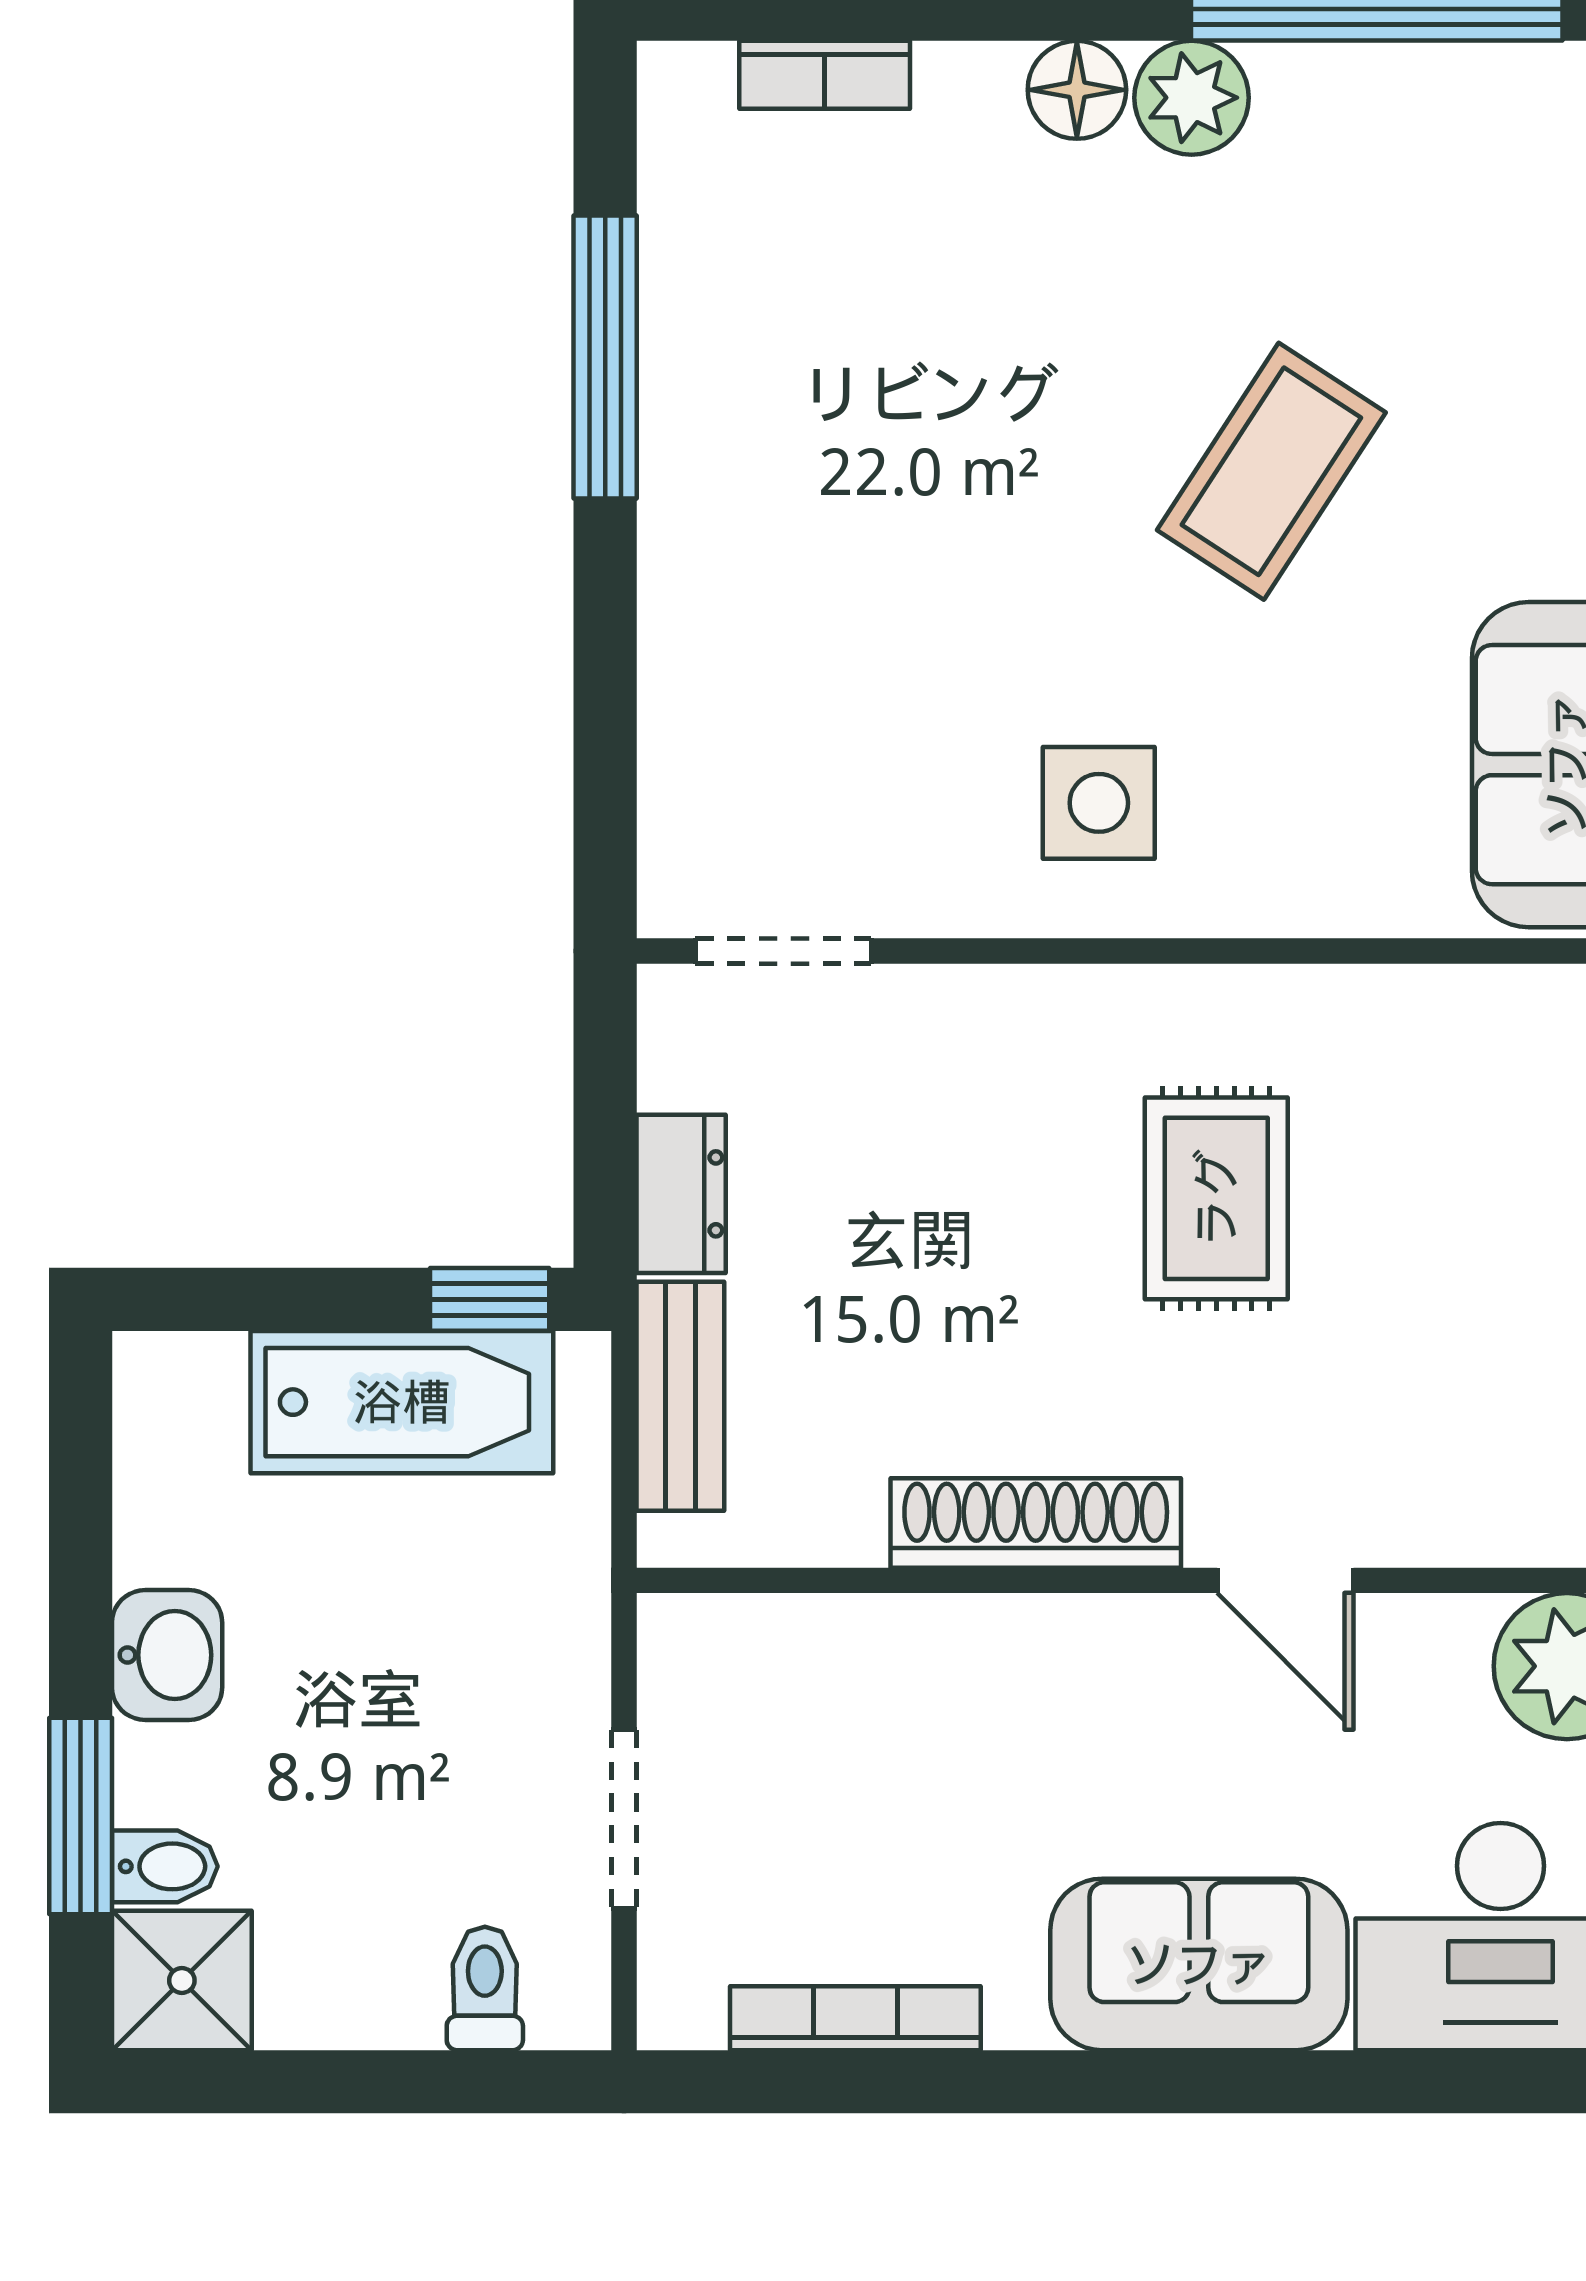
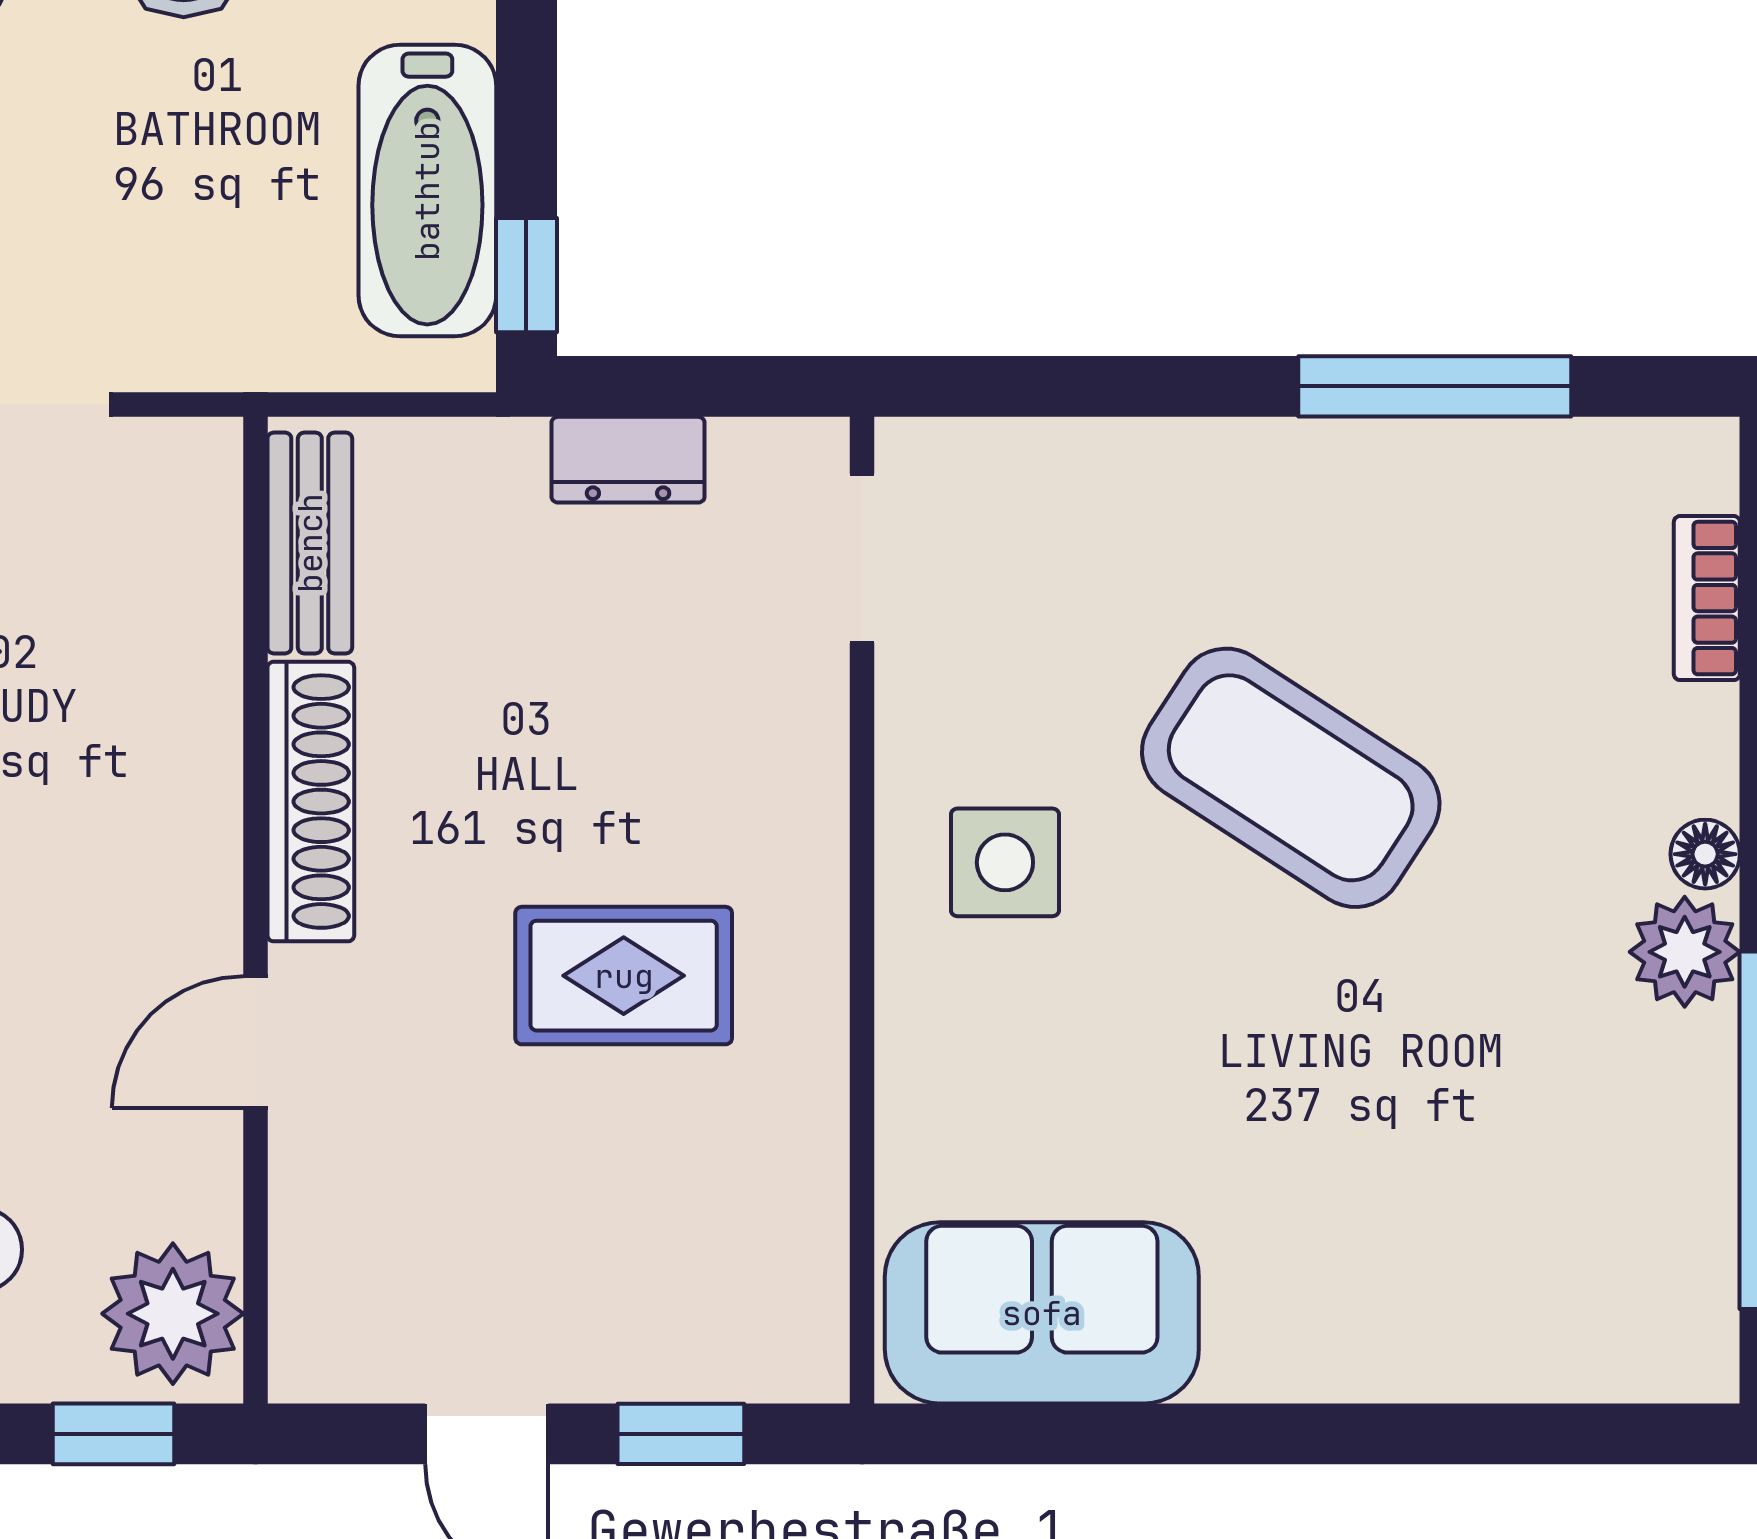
floor lamp: (1077, 90) -> (1705, 854), width x0.73, depth x0.73
coffee table: (1271, 471) -> (1291, 778), moved, width x1.36, depth x1.32
bench: (680, 1396) -> (310, 543), moved, turned 90

